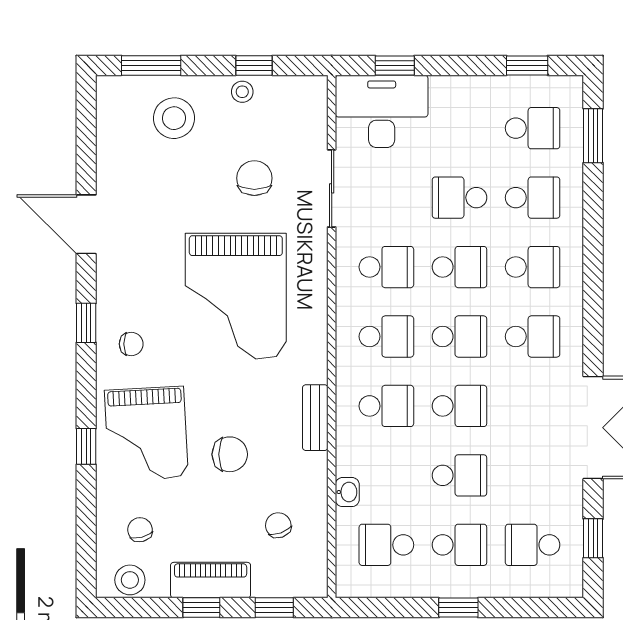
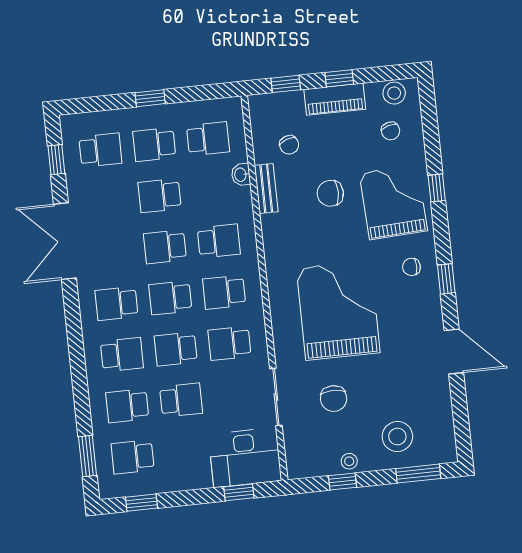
school desk: (533, 267) -> (122, 355), turned 180
school desk: (386, 406) -> (219, 241), turned 180
bench: (315, 418) -> (266, 188), moved

